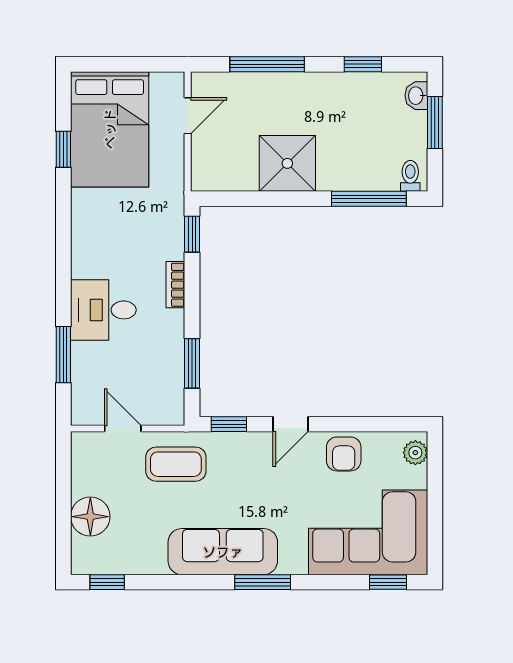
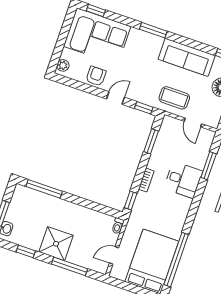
window: (63, 149) -> (176, 260), width x3.17
shower: (287, 163) -> (56, 244), moved
toilet: (410, 176) -> (118, 226), moved
sofa: (223, 552) -> (187, 57), moved

